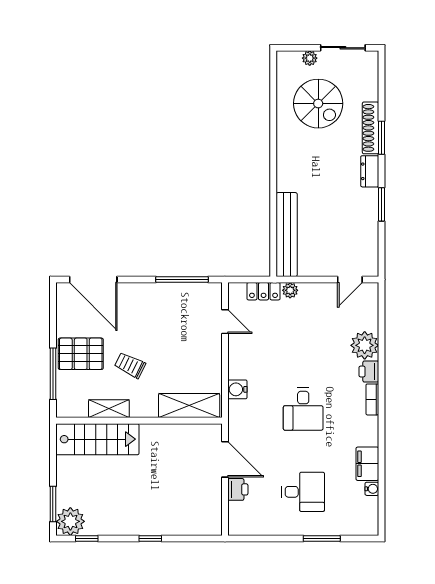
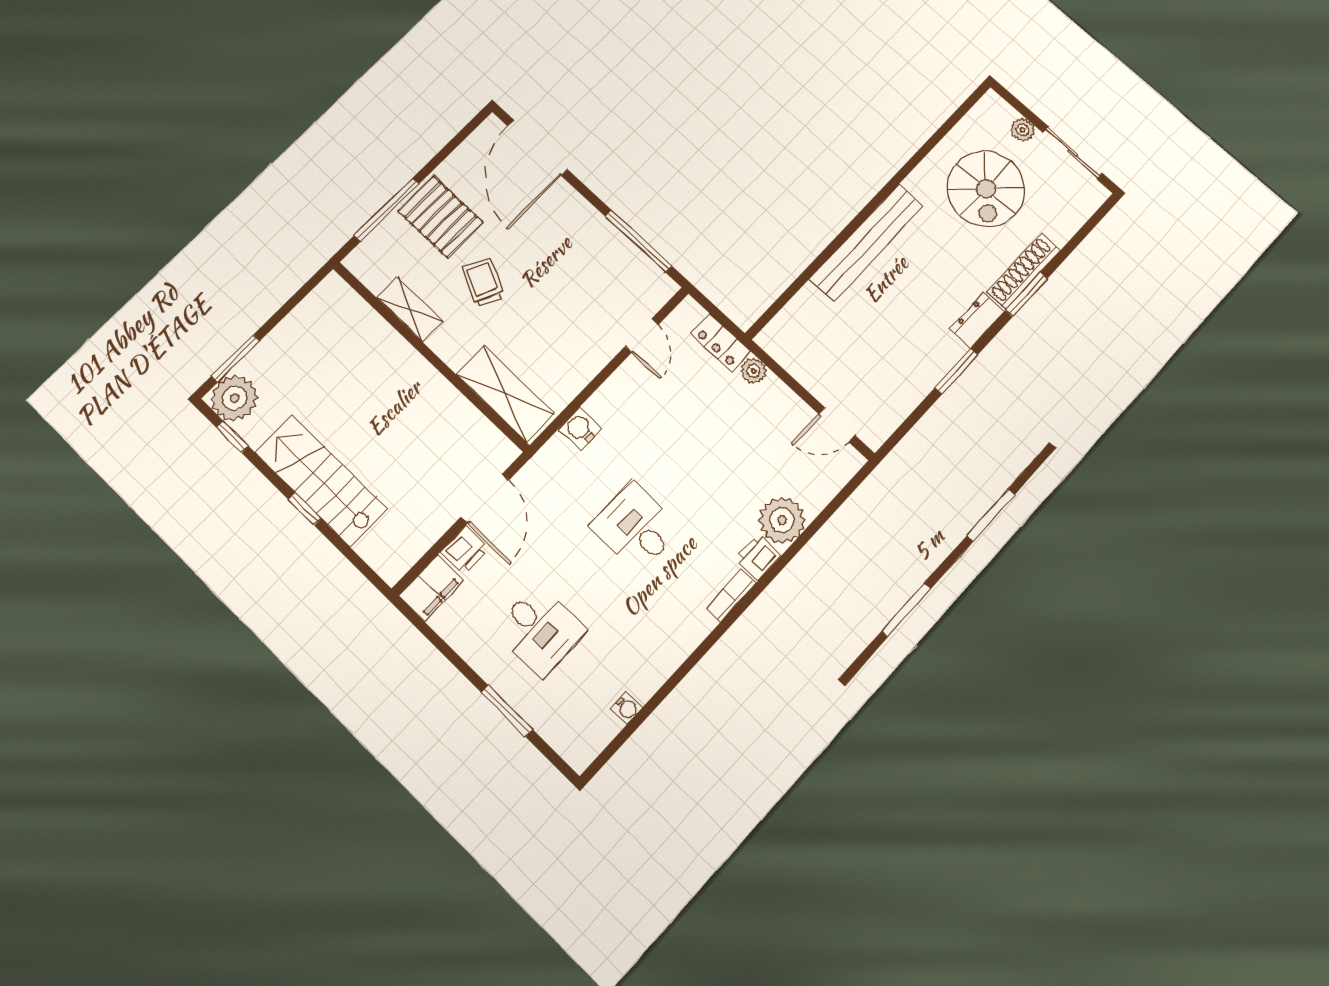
bench: (287, 235) -> (867, 242), moved
desk: (303, 409) -> (636, 527), turned 90
stairs: (97, 439) -> (321, 480), moved, turned 180
filing cabinet: (367, 464) -> (432, 588), moved, turned 180

